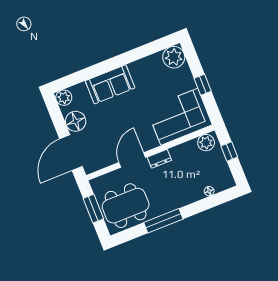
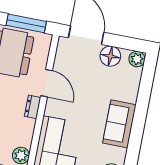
sofa: (110, 84) -> (119, 124), moved
window: (93, 209) -> (26, 23), width x1.44

